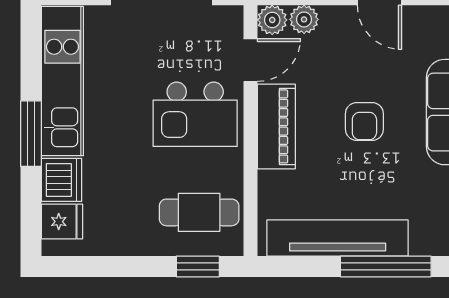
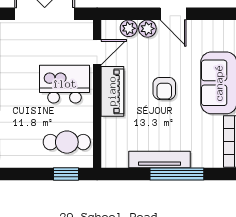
plant: (272, 20) -> (147, 29), moved
kitchen island: (195, 114) -> (65, 84), turned 180
tv unit: (338, 238) -> (159, 159), width x0.73, depth x0.78

